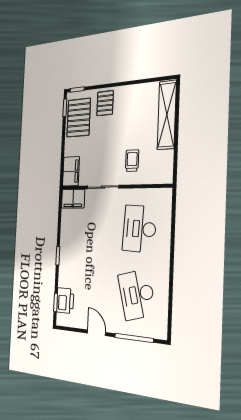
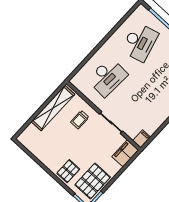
shelving: (167, 115) -> (53, 108), moved
filing cabinet: (73, 199) -> (142, 139), width x0.50

